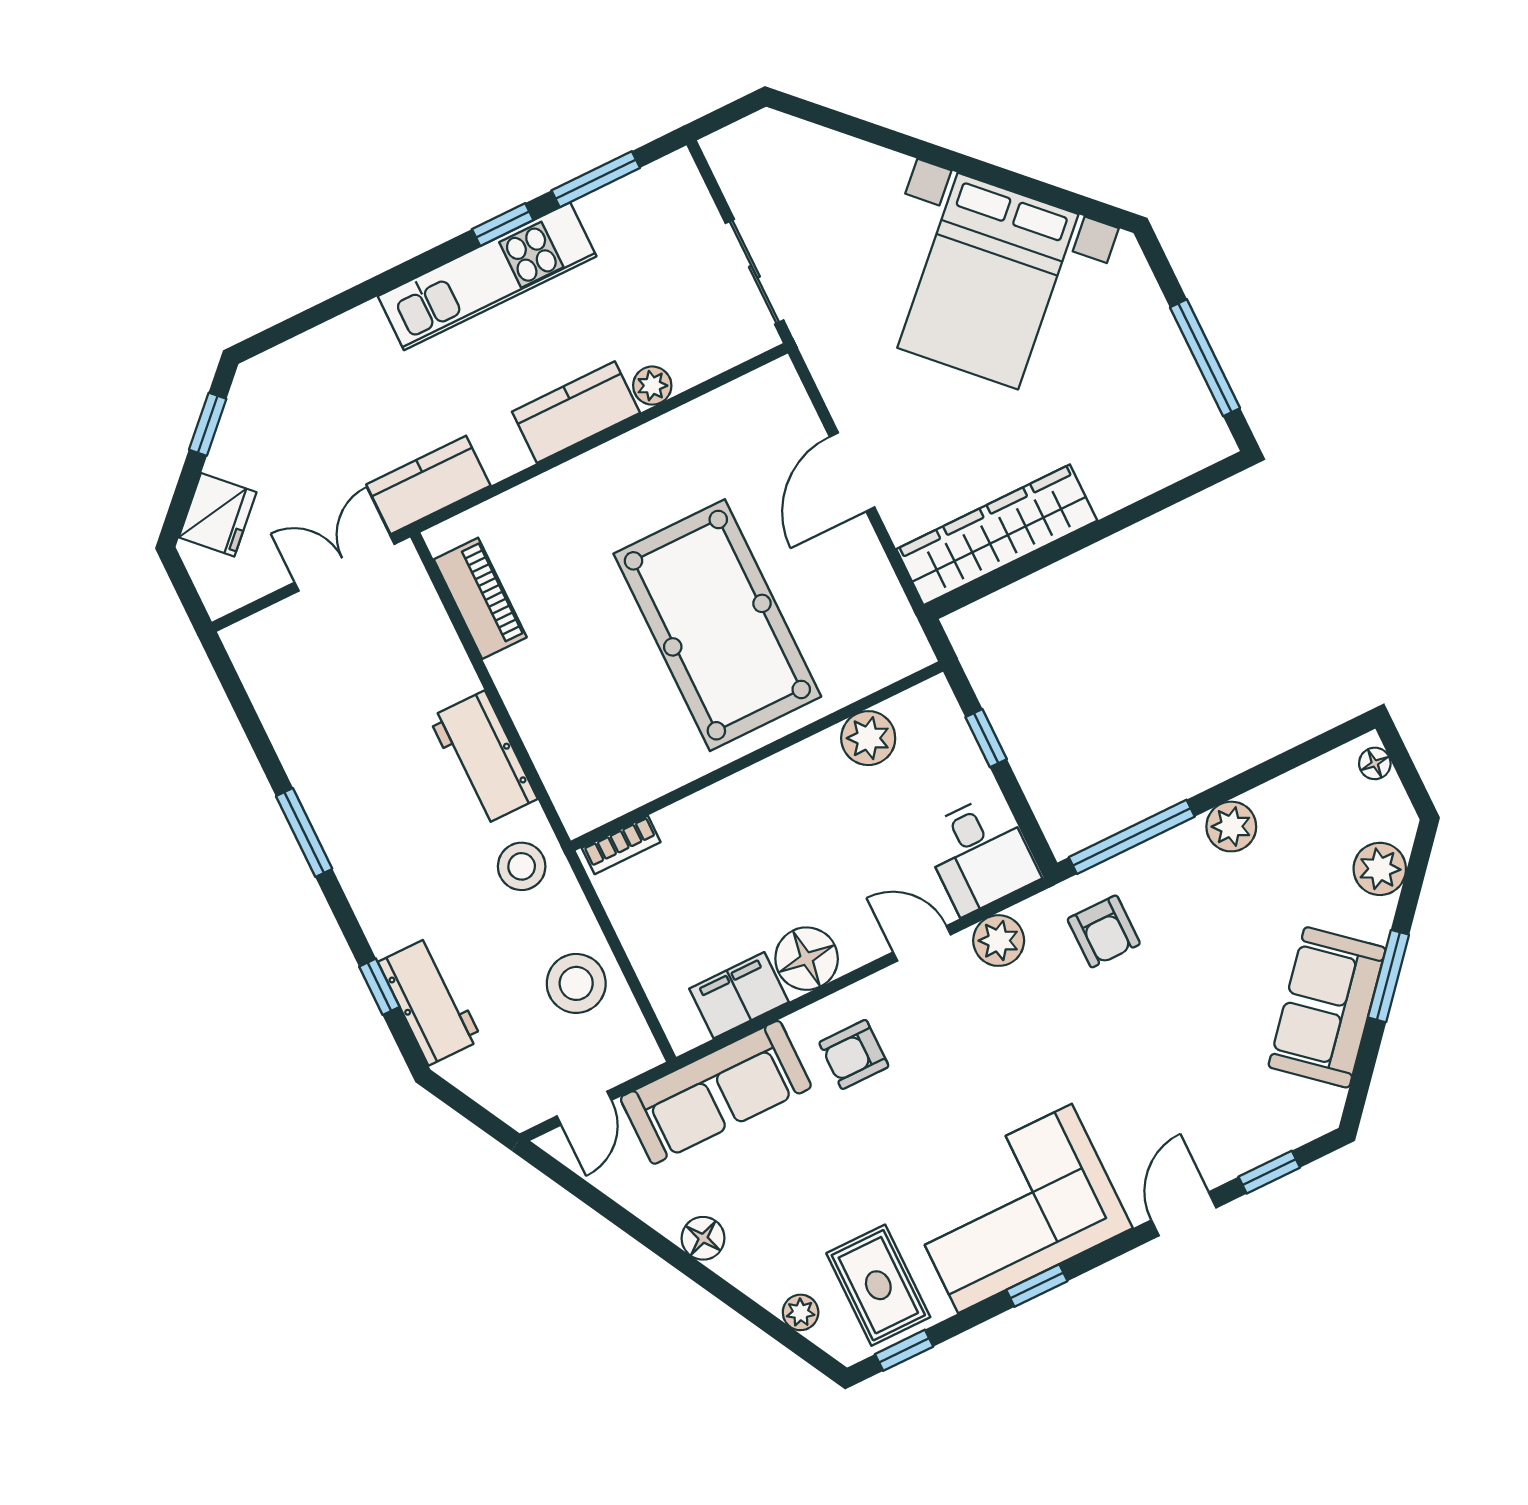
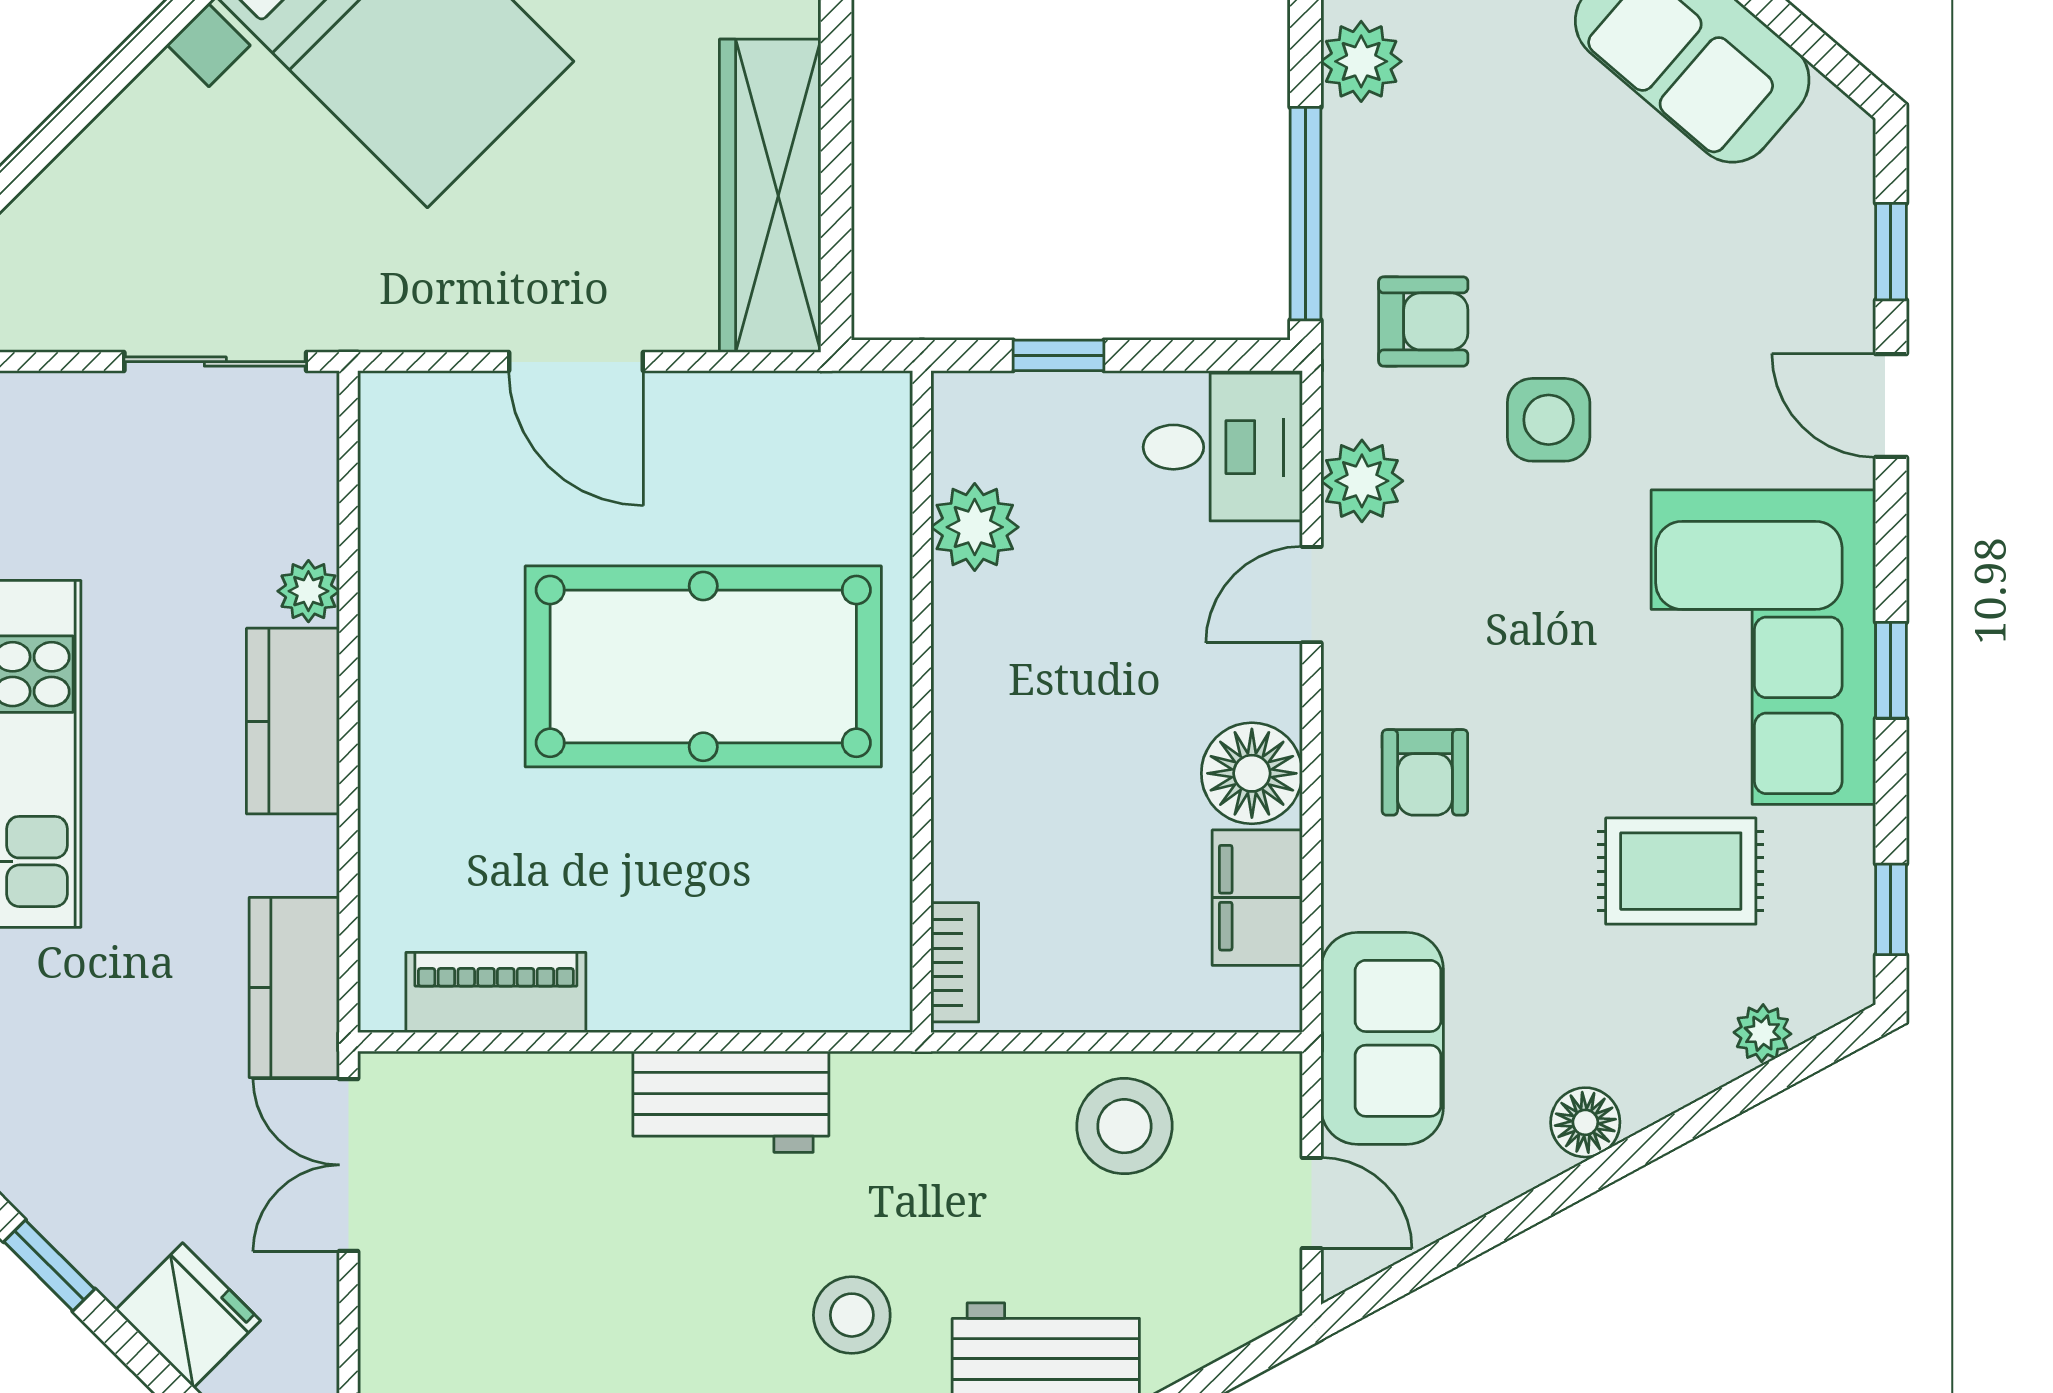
stool: (522, 866) -> (852, 1315), moved
side table: (1083, 1028) -> (1549, 420), added
sofa: (716, 1092) -> (1382, 1038), width x0.73
rug: (878, 1285) -> (1681, 871), moved

